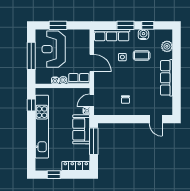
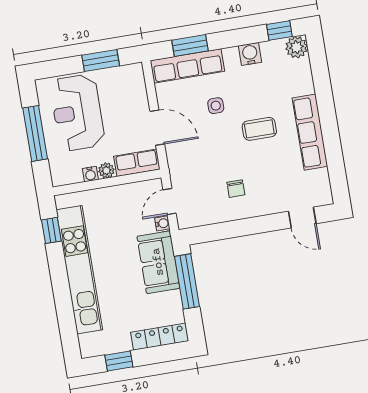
window: (58, 25) -> (101, 60), moved
window: (125, 25) -> (190, 46), moved
window: (148, 25) -> (279, 31), moved
plant: (167, 46) -> (297, 47), moved
coffee table: (142, 55) -> (259, 129), moved

